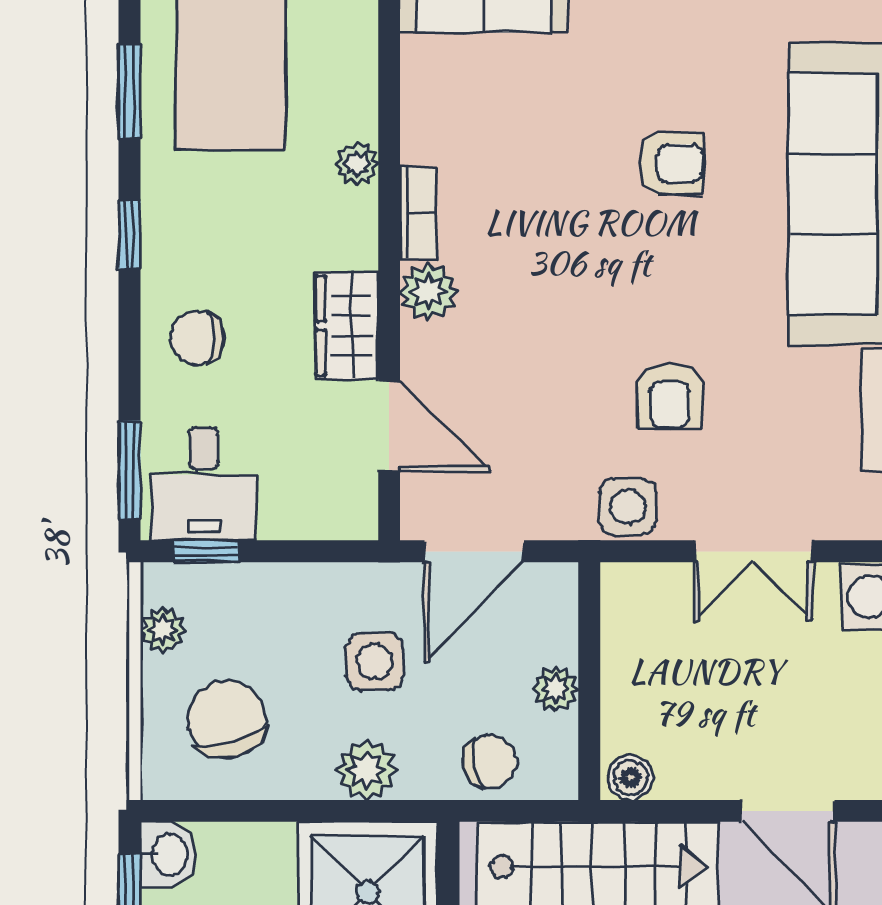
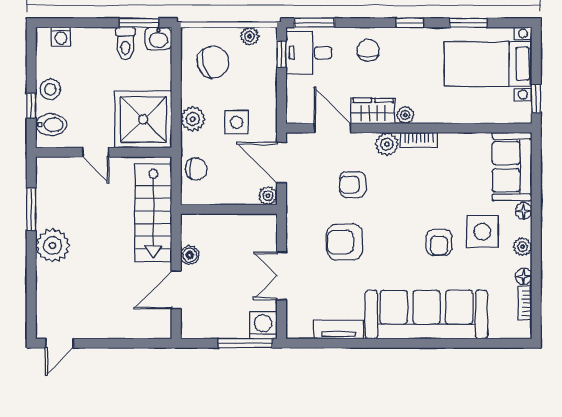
plant: (357, 164) -> (405, 115), moved
armchair: (528, 376) -> (353, 185), added
armchair: (670, 395) -> (345, 242), width x1.38, depth x1.38
door: (389, 426) -> (332, 128), swing flipped
side table: (628, 507) -> (482, 232), moved, width x1.37, depth x1.37
plant: (556, 689) -> (268, 196), moved
chair: (490, 761) -> (196, 169), turned -78
boiler: (630, 778) -> (190, 255), moved

